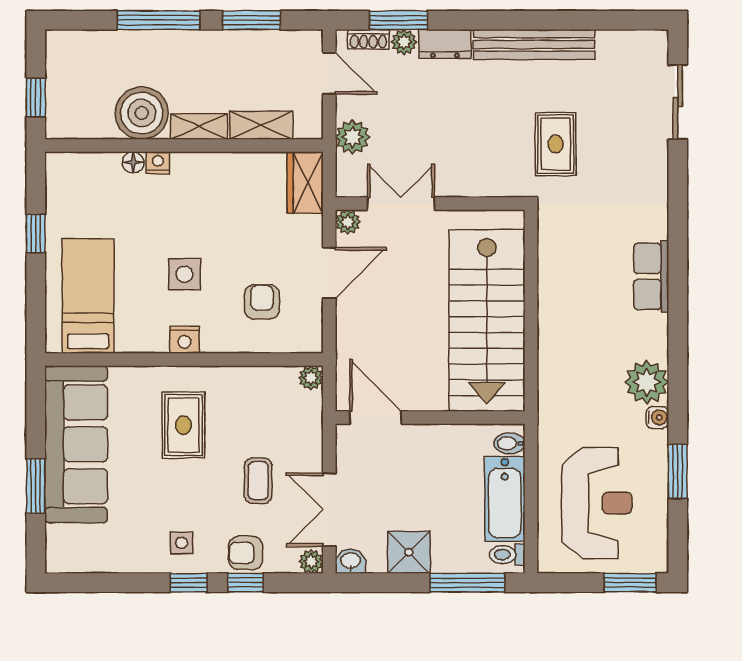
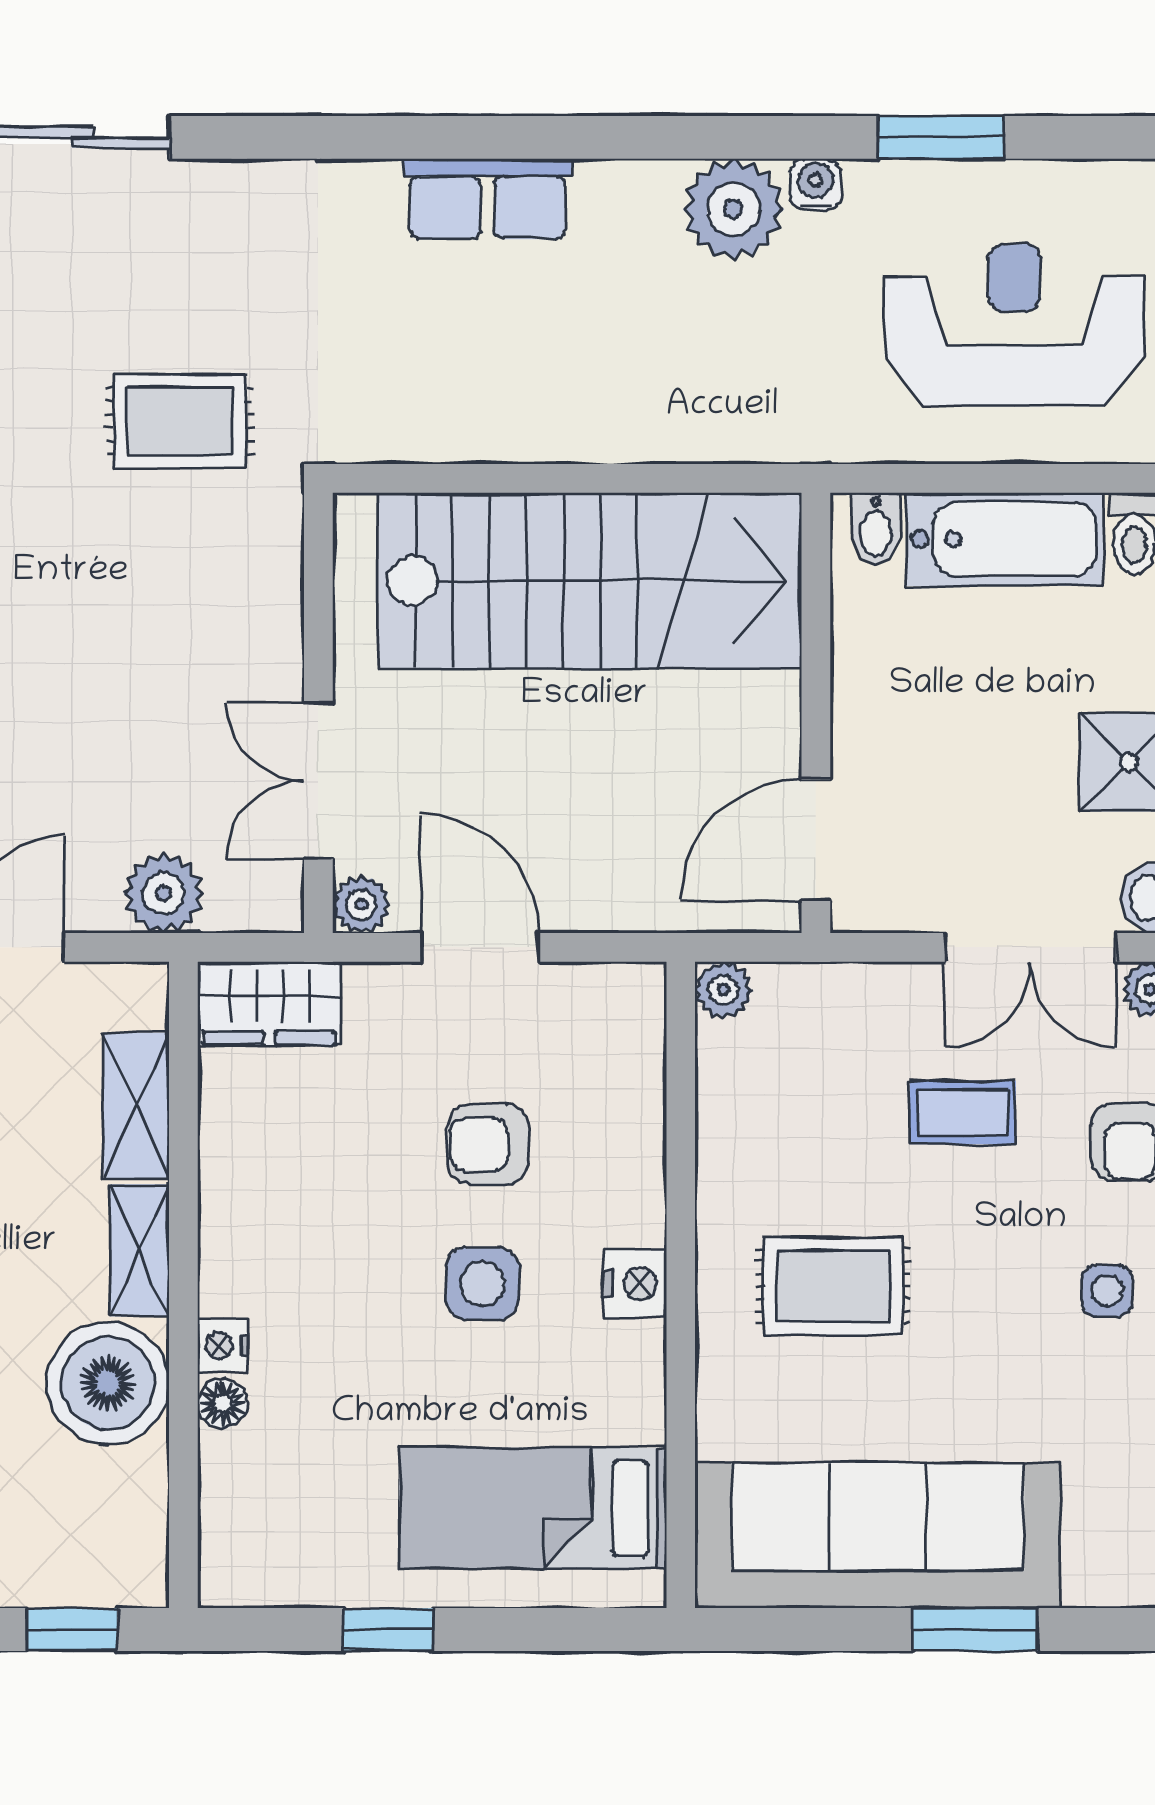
armchair: (262, 302) -> (489, 1144), moved

